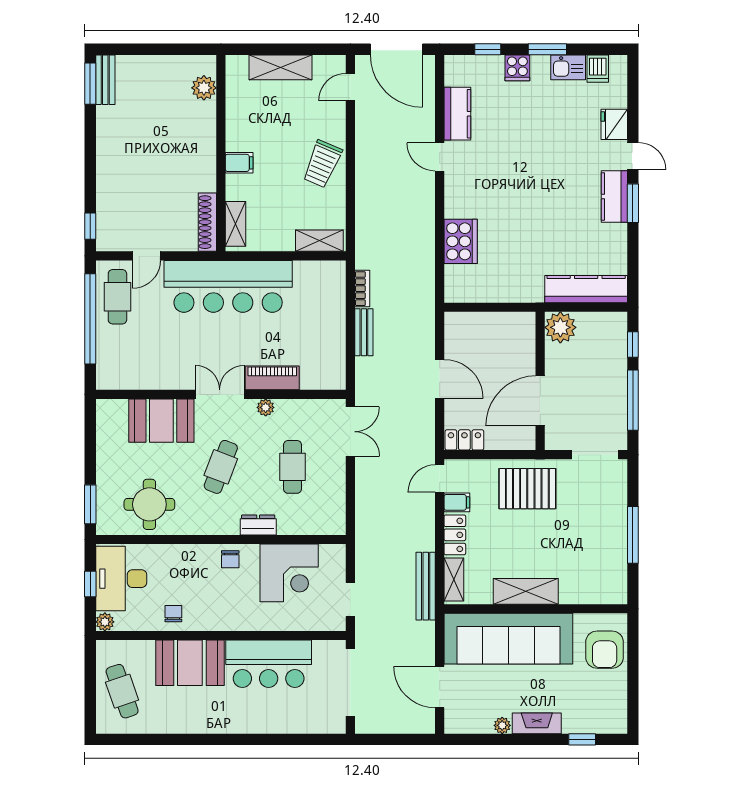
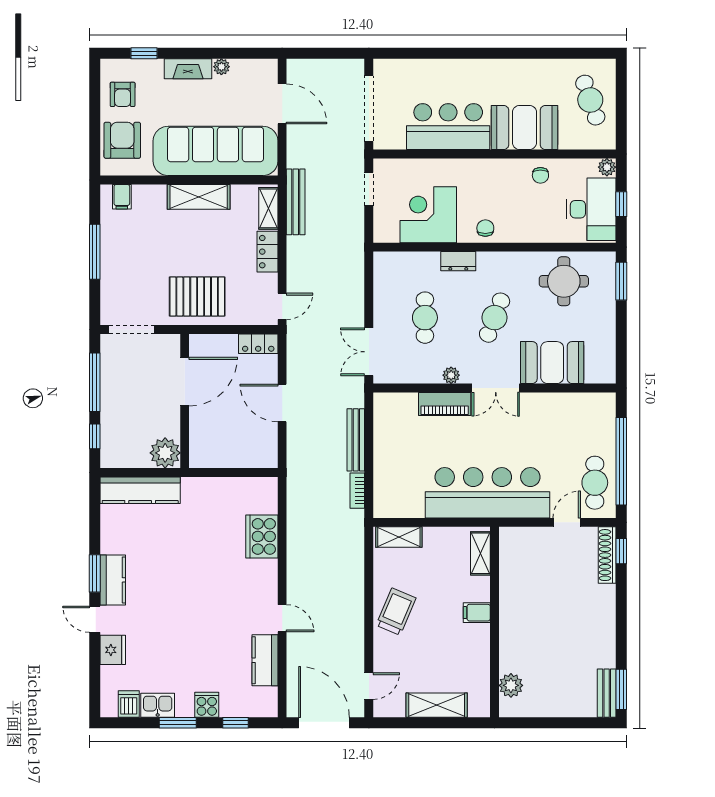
shoe rack: (207, 222) -> (607, 555), moved, turned 180
bench: (364, 332) -> (356, 440), width x1.36
filing cabinet: (457, 502) -> (122, 197), moved, turned -90
armchair: (604, 697) -> (123, 94), added

